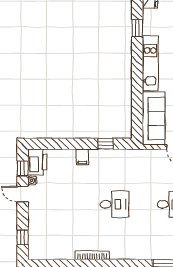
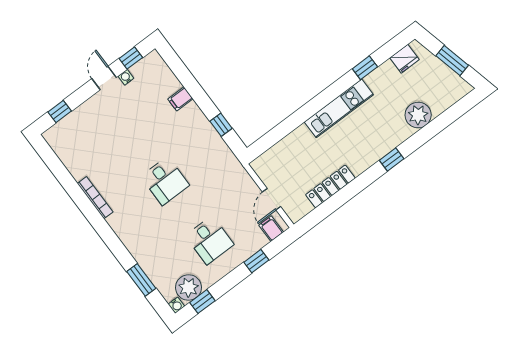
sofa: (154, 118) -> (284, 155), removed
filing cabinet: (82, 157) -> (180, 99), moved
printer: (37, 162) -> (149, 68), removed

